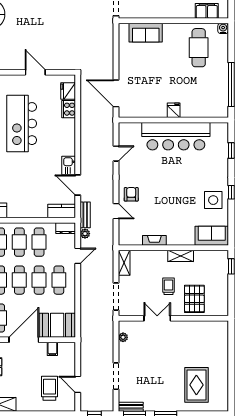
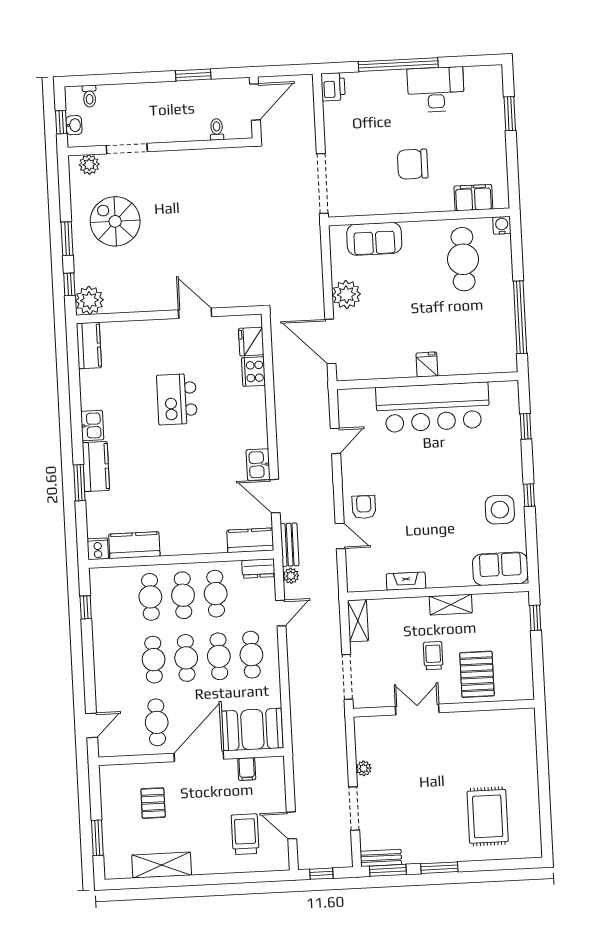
plant: (127, 65) -> (346, 295), added
kitchen island: (22, 124) -> (177, 399), width x0.54, depth x0.78
plant: (123, 337) -> (364, 768), moved

